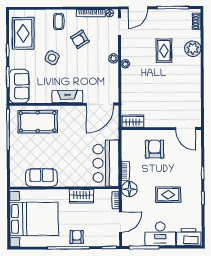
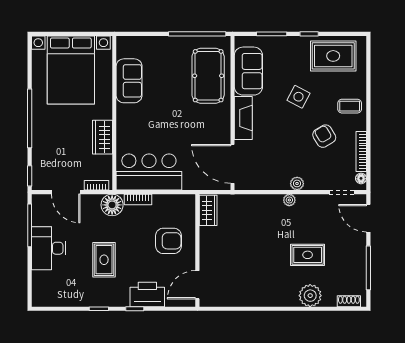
sofa: (19, 86) -> (248, 71), moved, turned -90
armchair: (77, 237) -> (45, 130), removed
printer: (189, 237) -> (147, 295), moved, turned -90

